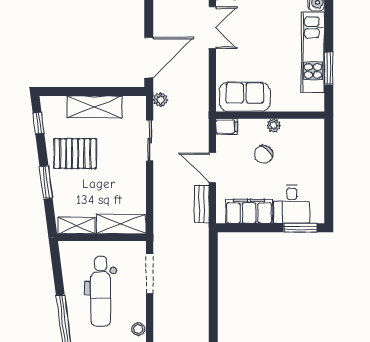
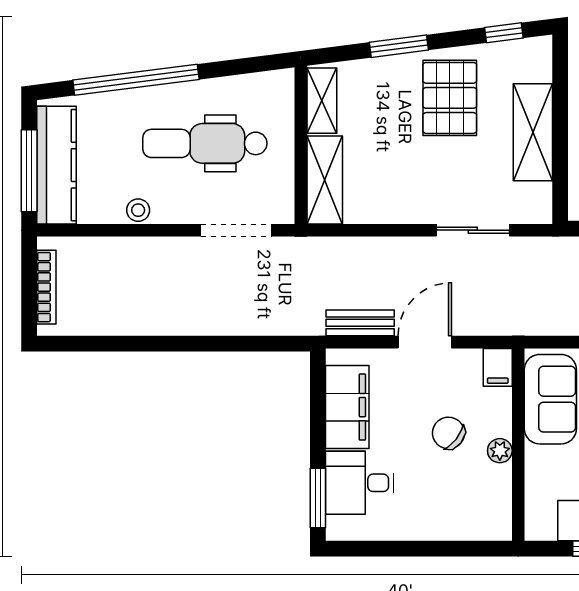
plant: (160, 100) -> (546, 249), removed

